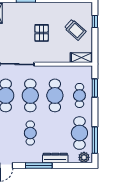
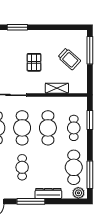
window: (95, 21) -> (90, 50), width x2.17
shelving: (81, 58) -> (57, 88), moved

